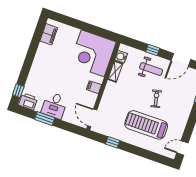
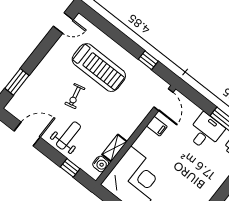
window: (153, 50) -> (70, 168), moved
weight bench: (151, 69) -> (68, 135), turned 90
filing cabinet: (94, 87) -> (157, 126), moved

